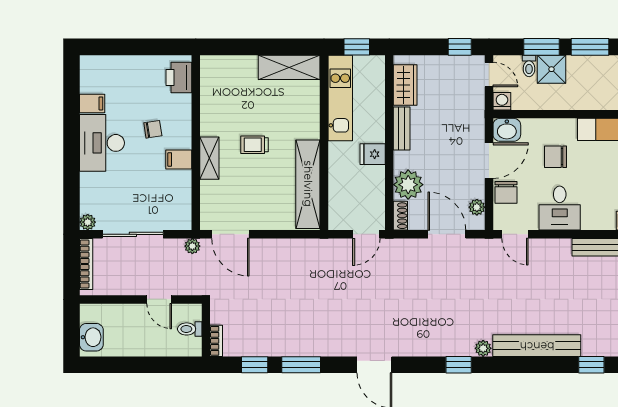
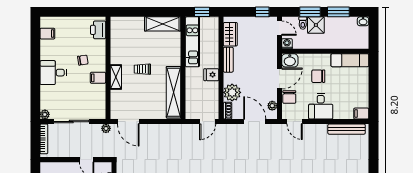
filing cabinet: (92, 103) -> (47, 34), moved
desk: (102, 143) -> (53, 73), width x0.73

